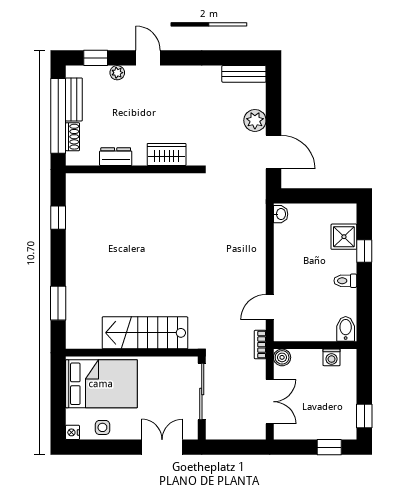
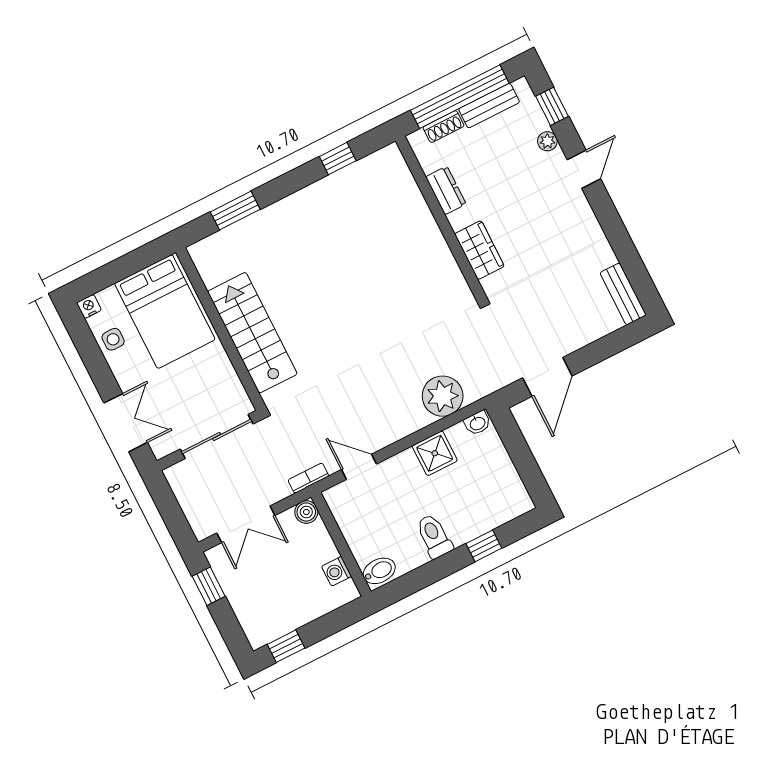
plant: (255, 120) -> (443, 396), moved, width x1.36, depth x1.36
shower: (344, 237) -> (435, 453), moved
toilet: (345, 281) -> (434, 536), width x1.37, depth x1.39
window: (329, 447) -> (209, 586), moved

